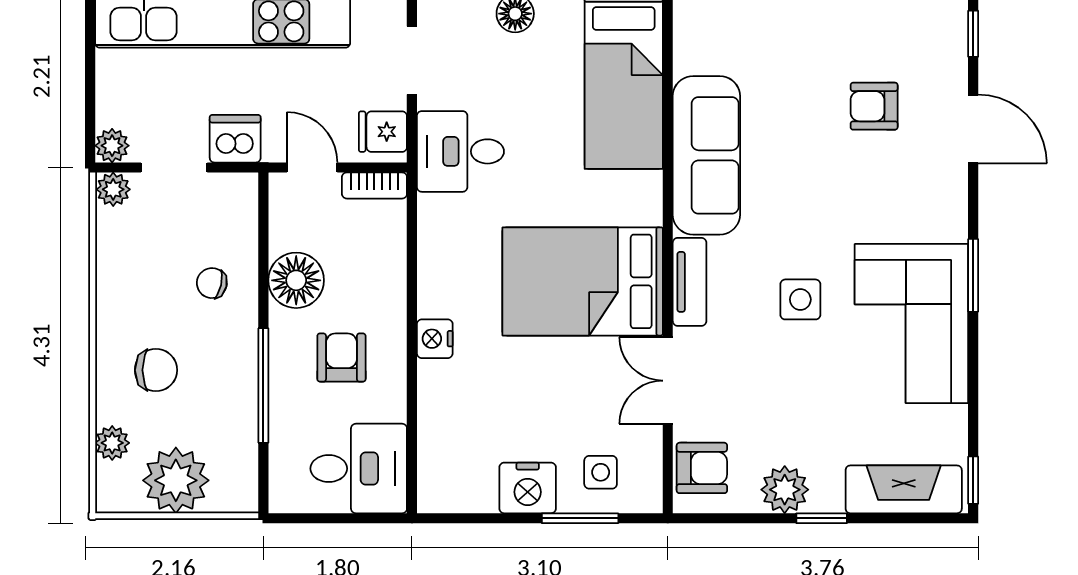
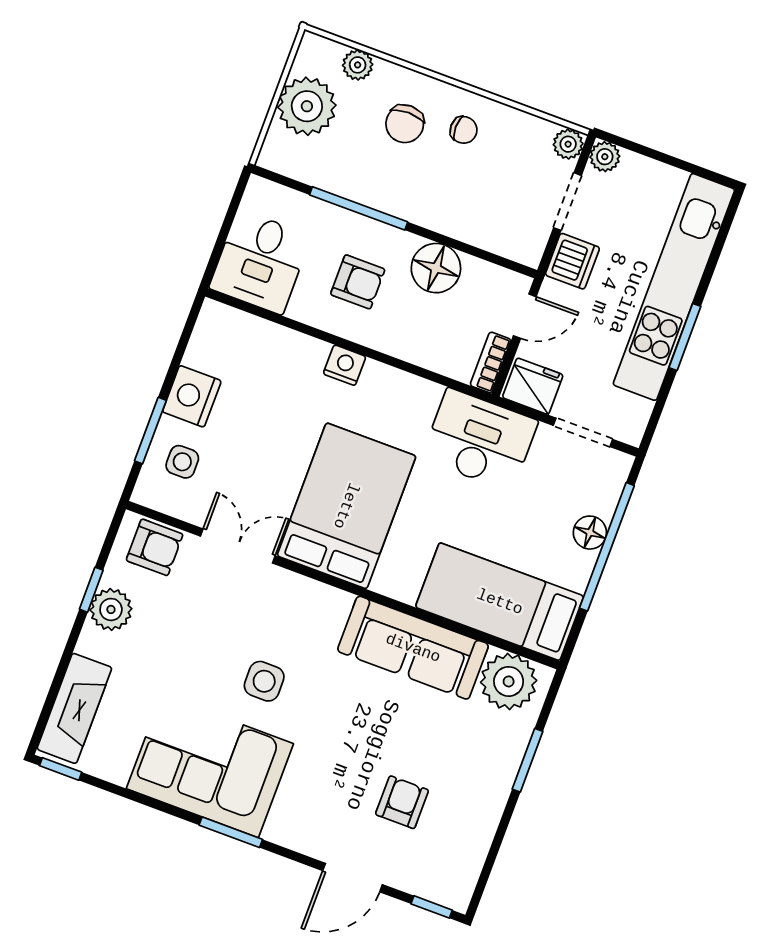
plant: (705, 41) -> (509, 681), added
fridge: (383, 132) -> (533, 386), width x1.38
desk: (460, 151) -> (480, 440), width x1.37
tv unit: (690, 282) -> (313, 595), removed
chair: (212, 283) -> (464, 130), moved, turned 77
armchair: (702, 468) -> (155, 547), turned -90
window: (822, 518) -> (91, 590), moved

